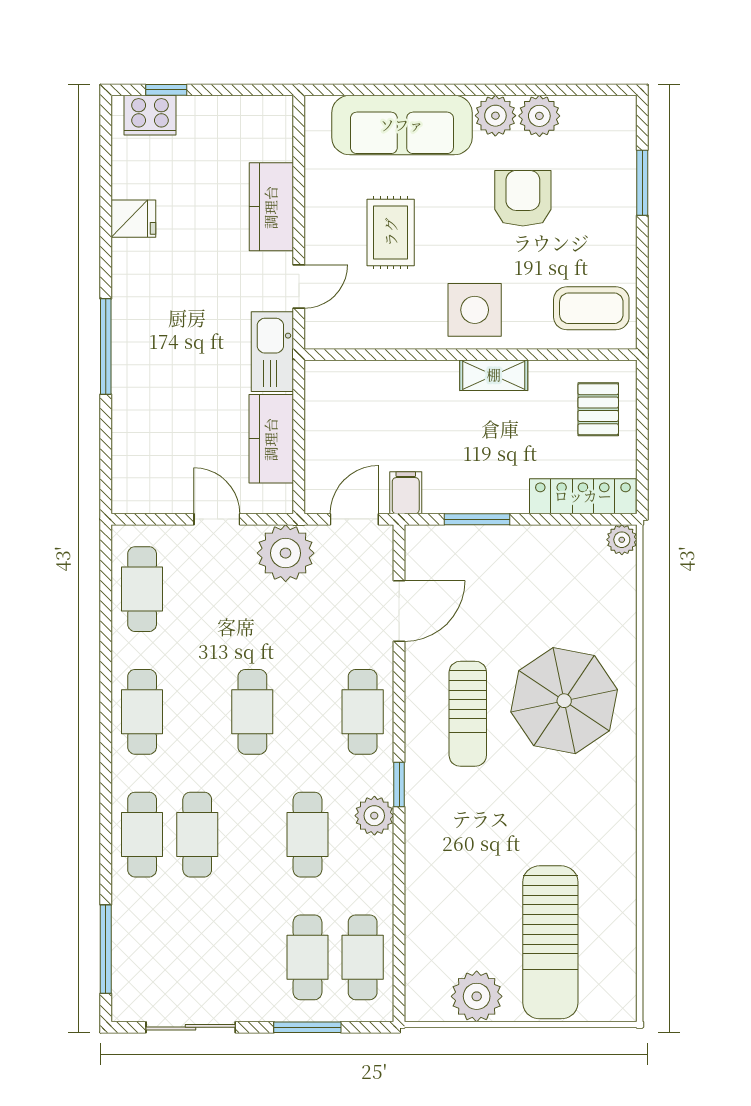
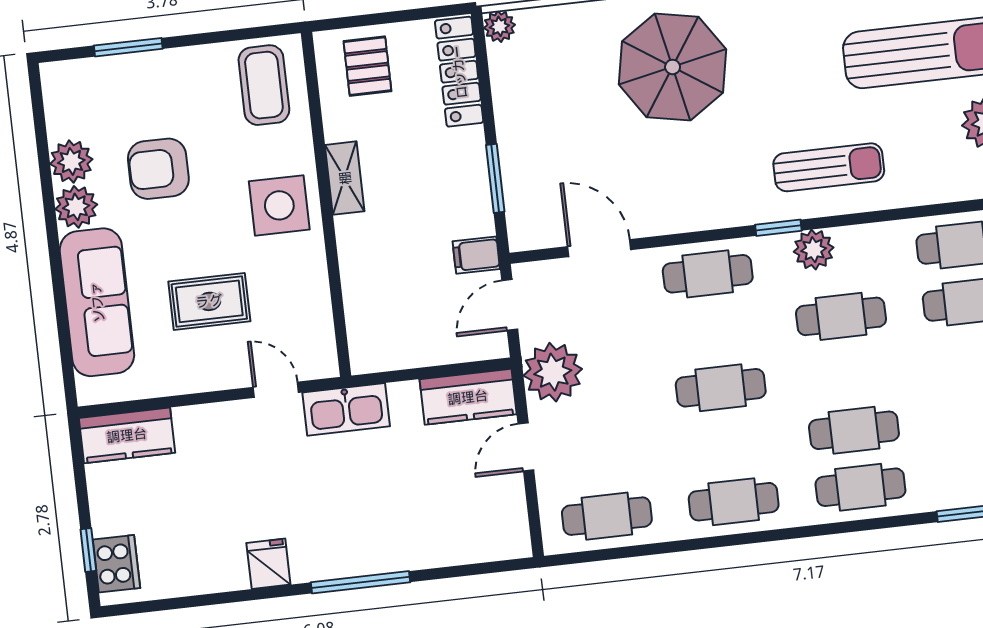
kitchen counter: (271, 207) -> (127, 435), moved
fridge: (133, 219) -> (268, 564), moved
pallet: (598, 409) -> (367, 66), turned 90
kitchen counter: (271, 439) -> (468, 397), moved
door: (354, 519) -> (510, 305), hinge flipped
sun lounger: (468, 714) -> (829, 167), moved

